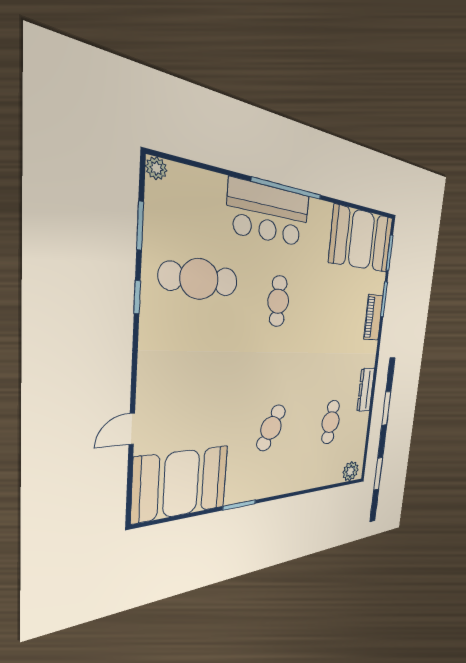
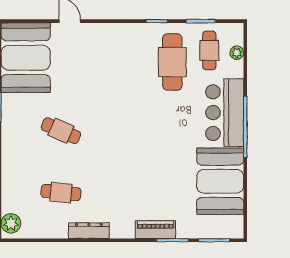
plant: (156, 168) -> (237, 53), moved
booth: (362, 240) -> (220, 181), moved
cafe table: (278, 301) -> (209, 50), moved, turned 90

